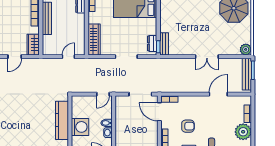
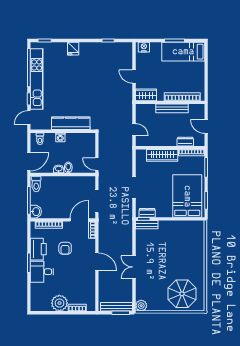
wardrobe: (94, 39) -> (162, 155), moved
door: (218, 94) -> (97, 262), moved
washing machine: (80, 127) -> (60, 137), width x0.53, depth x0.53

